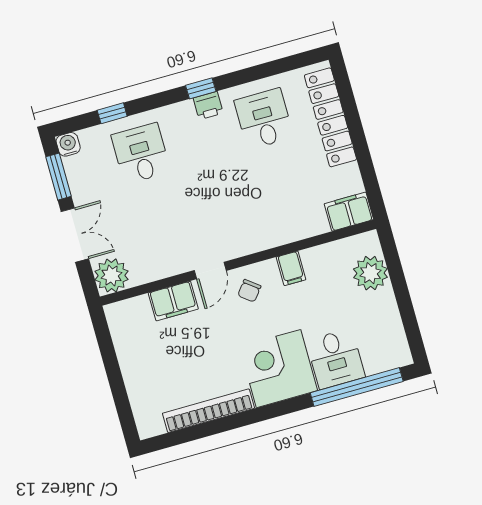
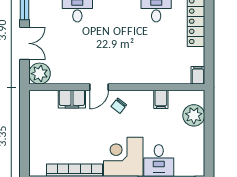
filing cabinet: (349, 212) -> (198, 75), width x0.50
filing cabinet: (291, 268) -> (161, 99), moved

